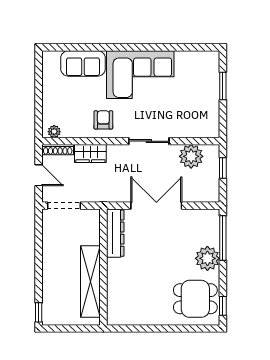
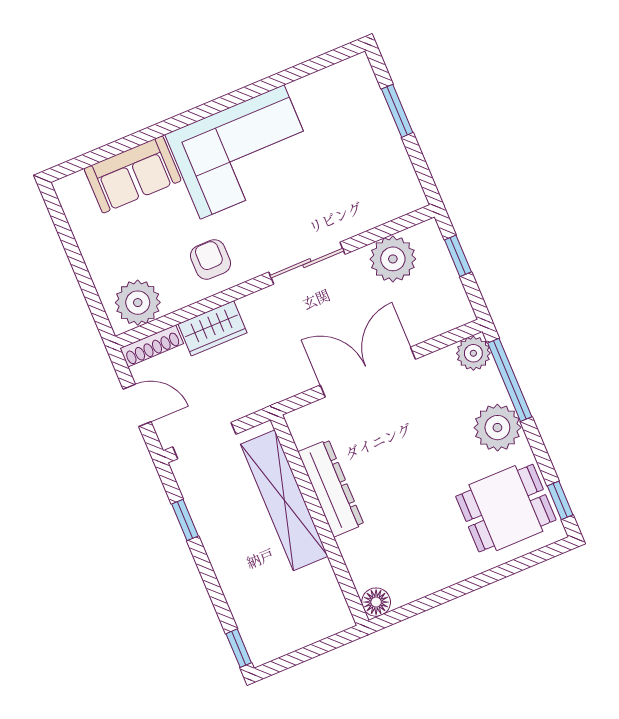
plant: (54, 132) -> (138, 303), width x1.88, depth x1.88
plant: (211, 218) -> (473, 353), added
dresser: (115, 233) -> (331, 488), moved
window: (39, 240) -> (185, 520), added
shelving: (90, 282) -> (284, 500), moved
floor lamp: (114, 318) -> (376, 602), added

